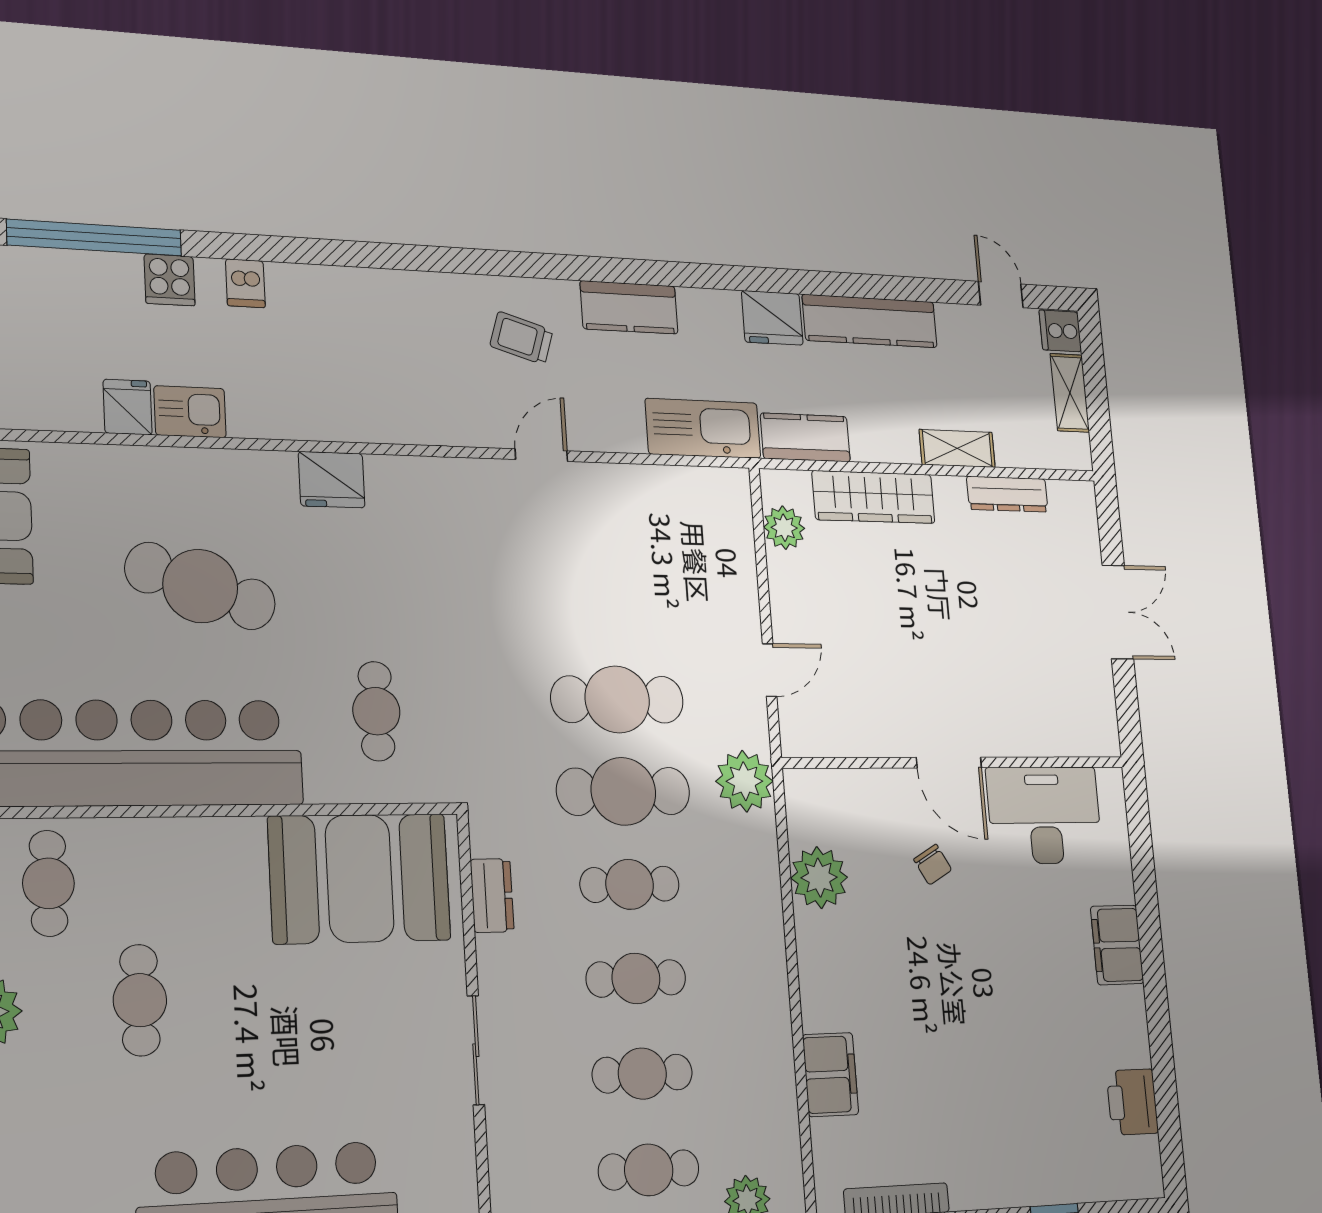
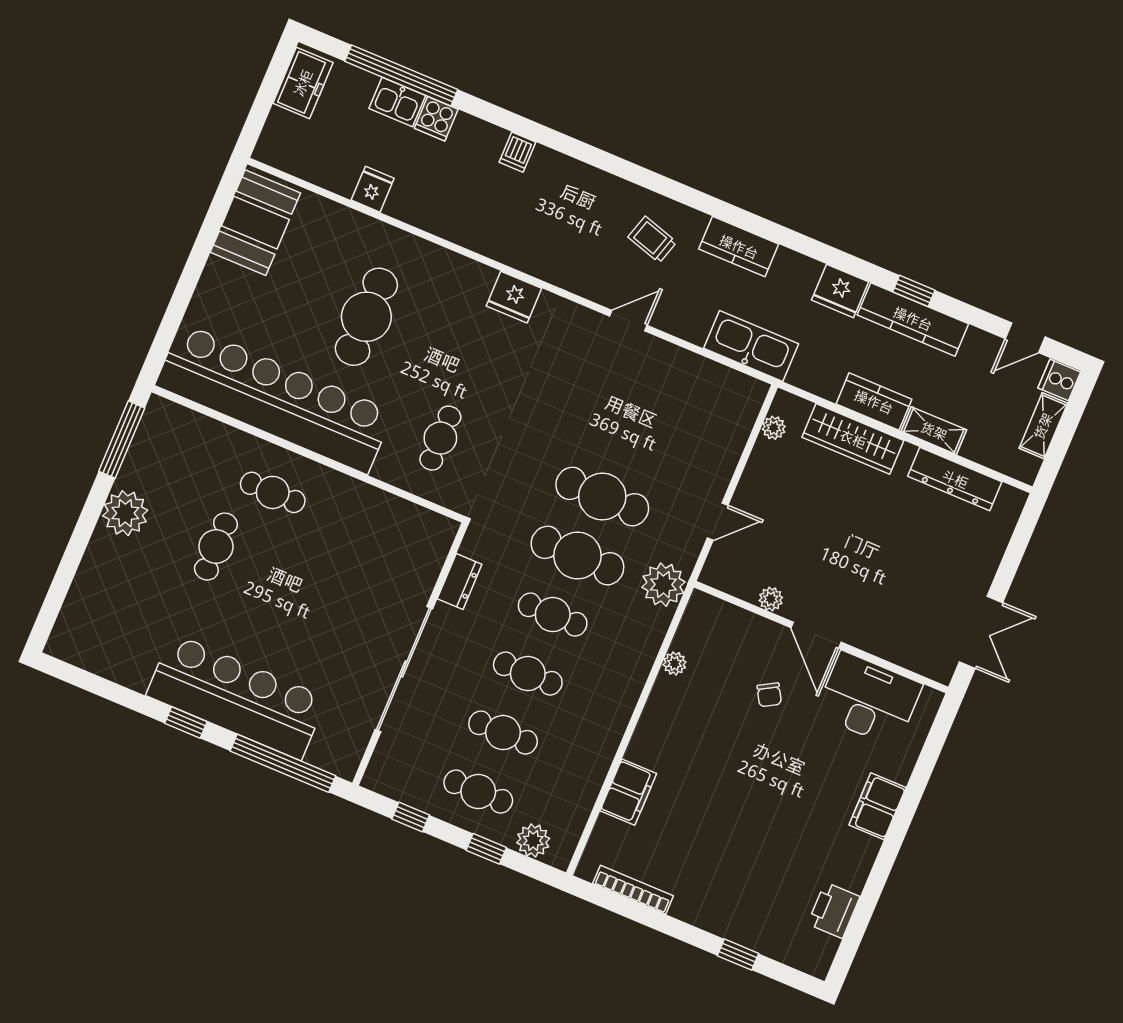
dishwasher: (245, 283) -> (517, 152), moved
window: (855, 285) -> (914, 291), added
door: (1001, 295) -> (1025, 338), swing flipped
kitchen sink: (190, 412) -> (397, 102), moved, turned 180
kitchen counter: (805, 437) -> (874, 402), moved
fridge: (332, 480) -> (514, 297), moved
dresser: (1007, 494) -> (955, 479), width x1.37, depth x1.24
plant: (784, 528) -> (774, 428), width x0.73, depth x0.73
cafe table: (200, 586) -> (366, 317), turned 71
double door: (1118, 612) -> (981, 632), moved
plant: (877, 741) -> (771, 599), added
booth: (360, 878) -> (381, 534), removed
plant: (819, 878) -> (675, 663), width x0.53, depth x0.53
cafe table: (48, 883) -> (273, 492), moved, turned 90
sliding door: (476, 1050) -> (404, 669), width x1.86

